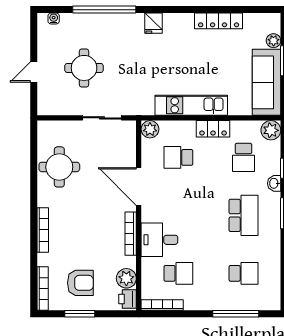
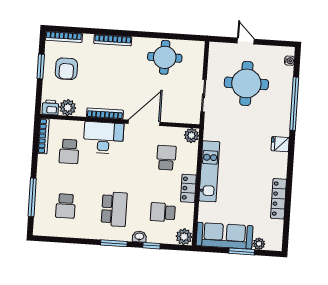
round table: (84, 68) -> (246, 83), width x1.36, depth x1.36
school desk: (243, 215) -> (114, 209), turned -90
desk: (159, 240) -> (104, 138), width x1.37

